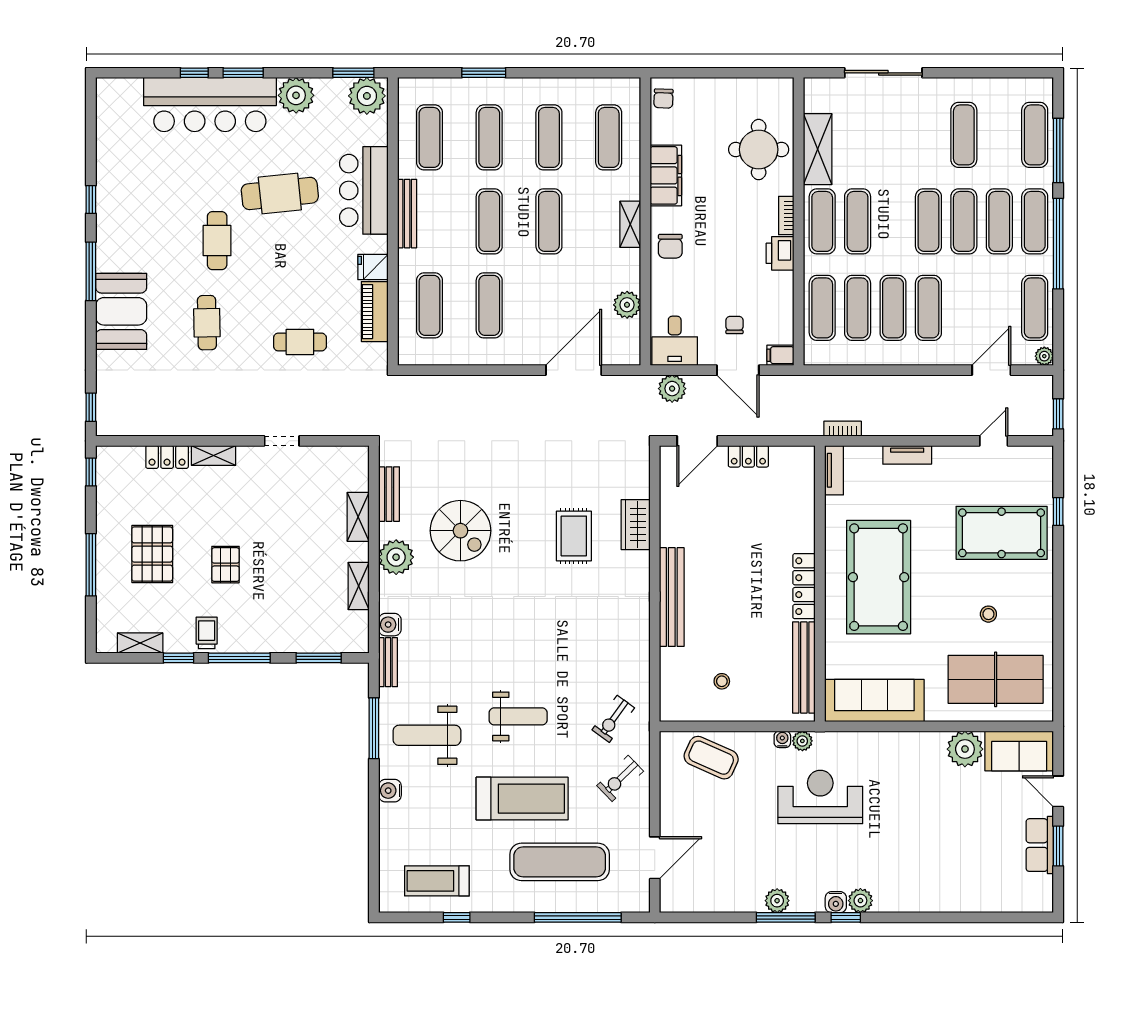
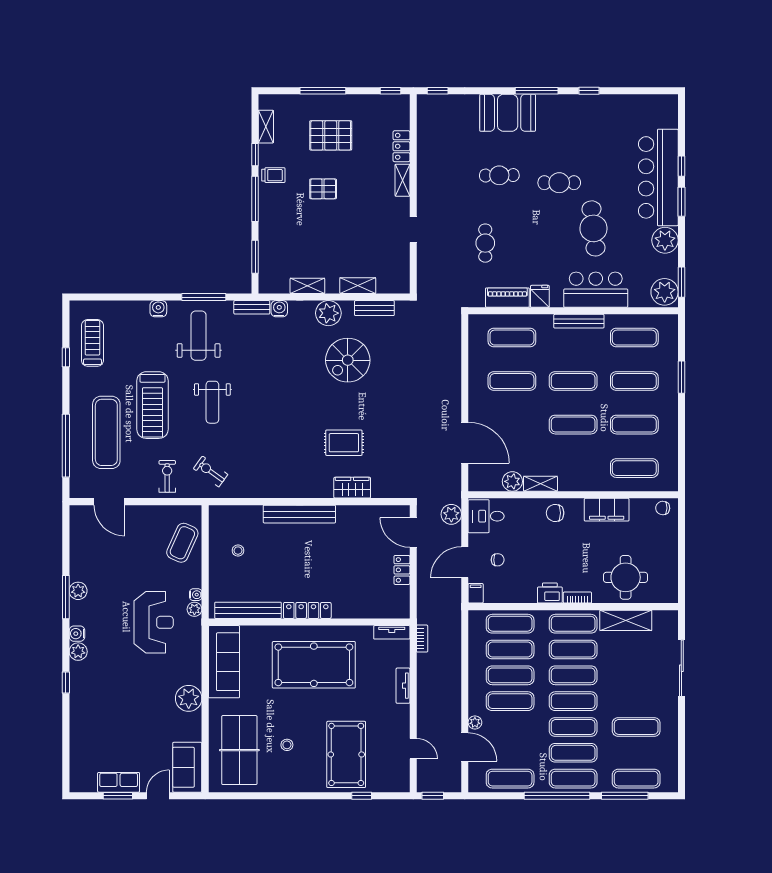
exercise mat: (893, 221) -> (573, 675), added
shelving: (630, 224) -> (540, 484), moved
plant: (1044, 356) -> (475, 722), moved
plant: (965, 749) -> (189, 698), moved
exercise bike: (620, 778) -> (167, 476), turned 44
window: (846, 917) -> (66, 683), moved

